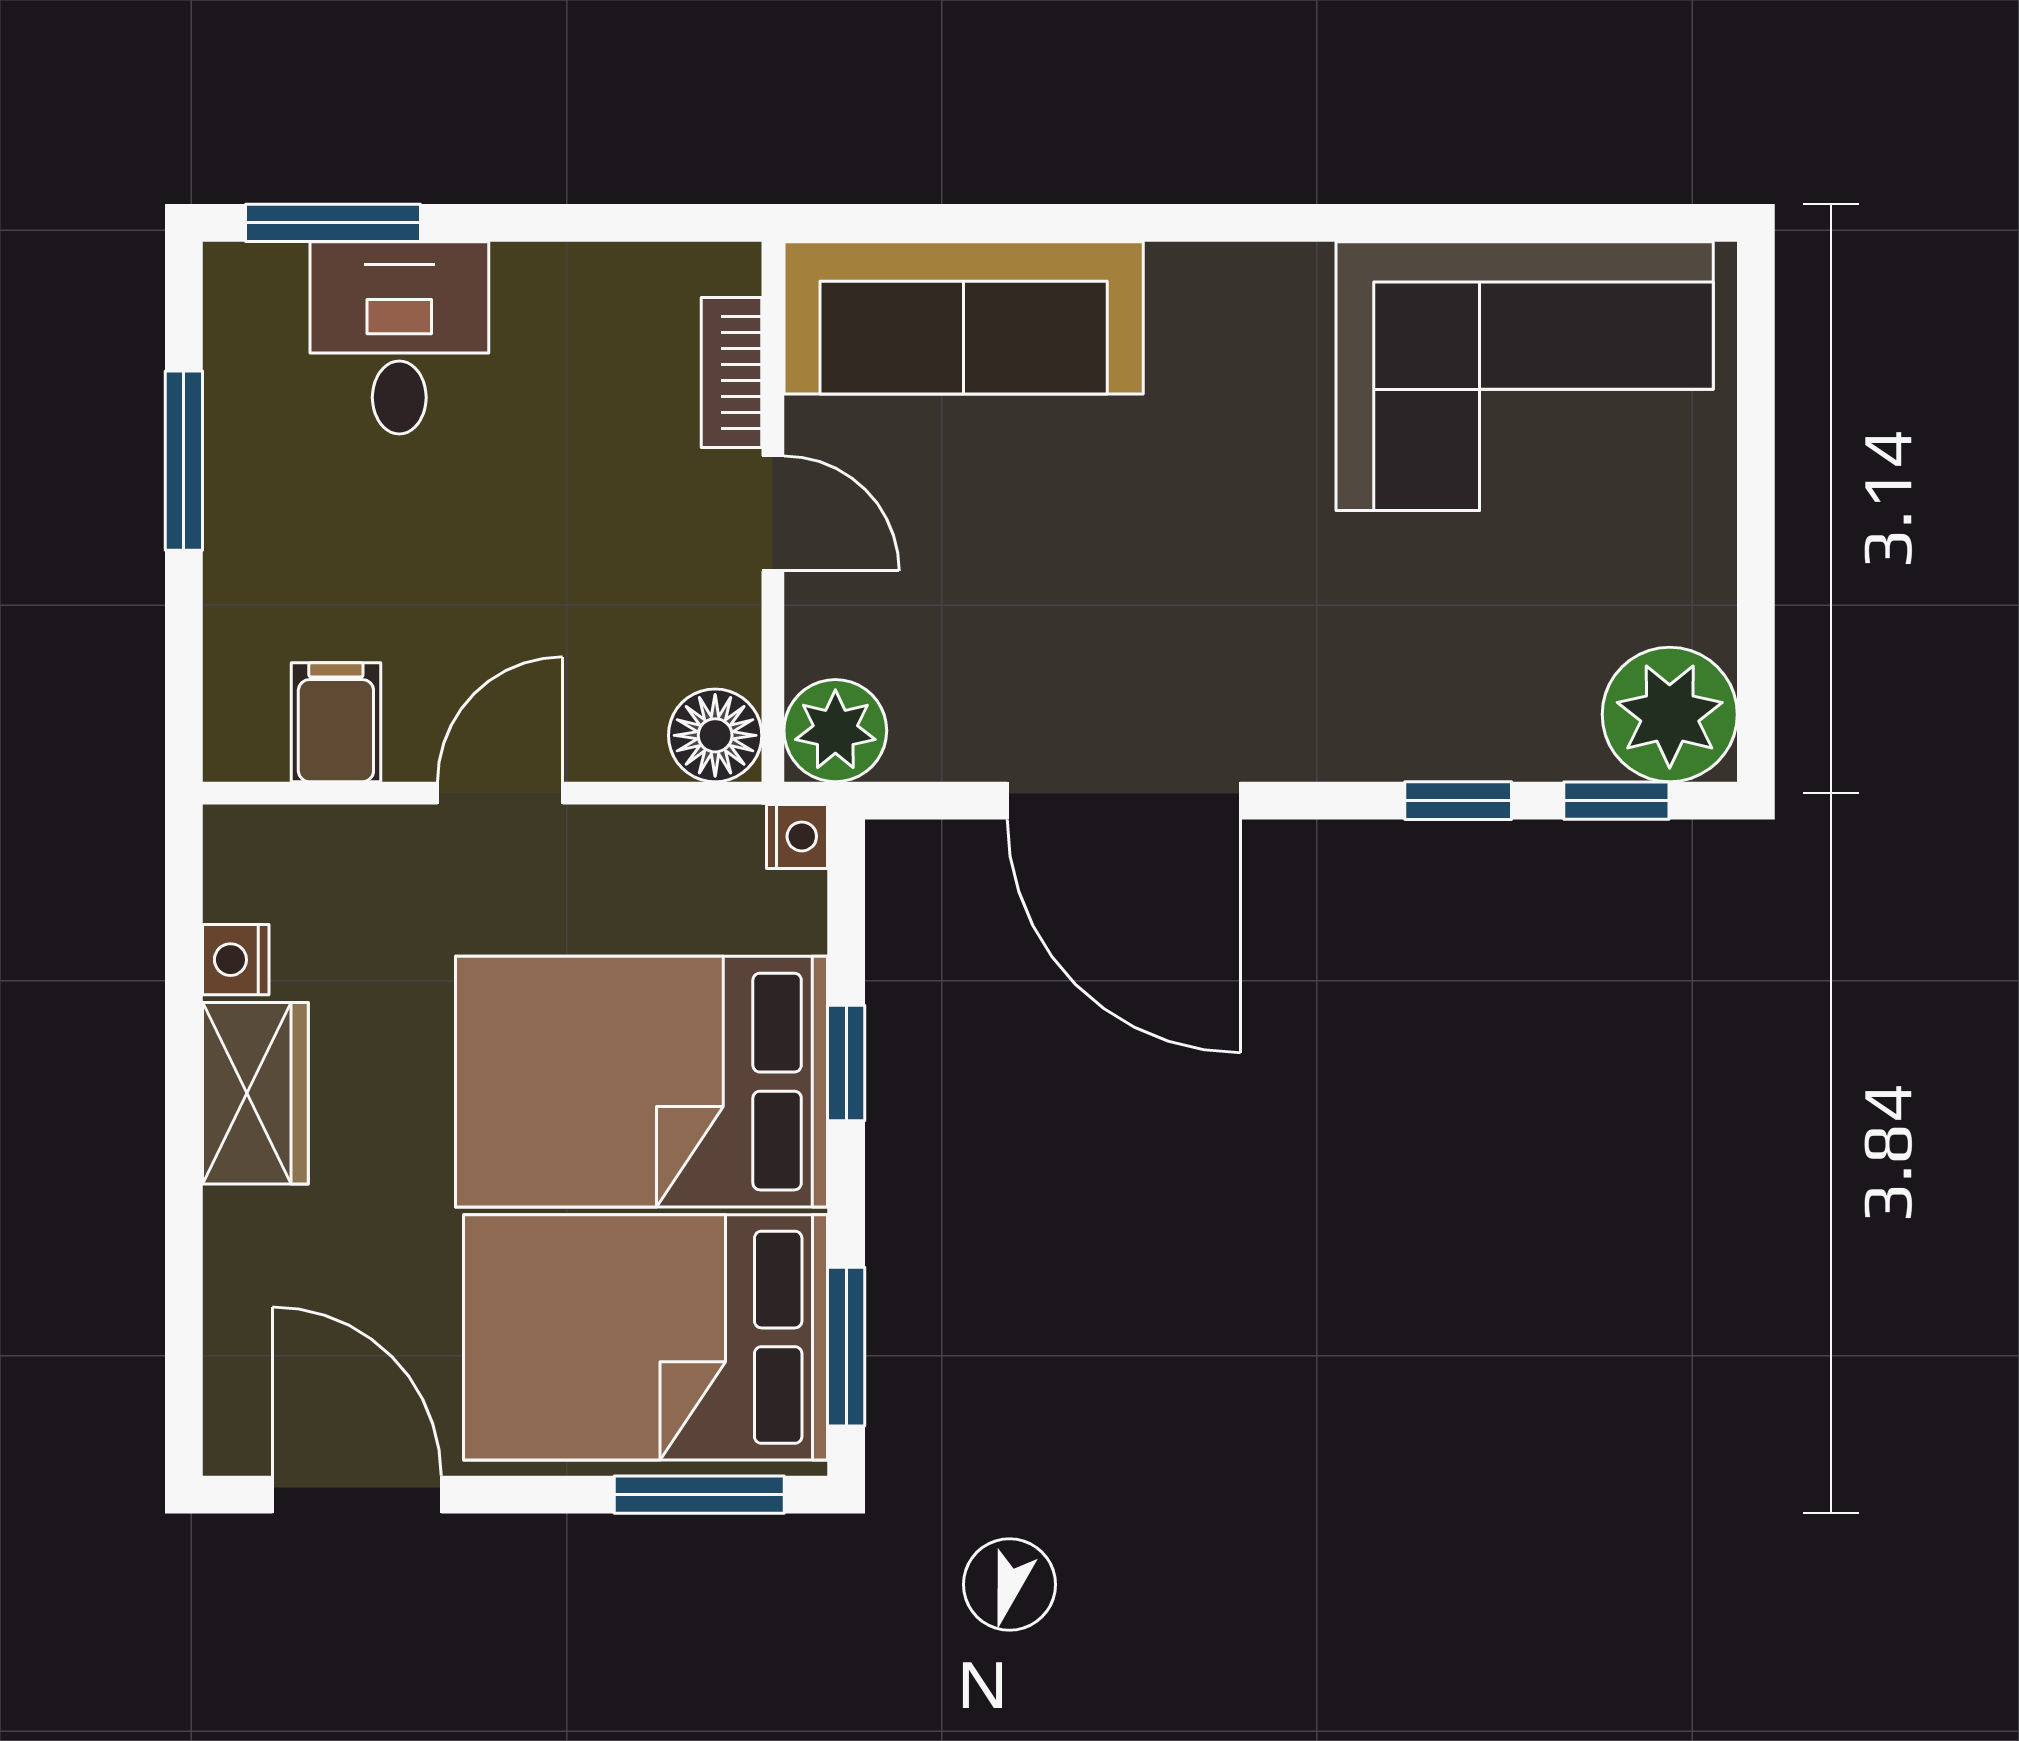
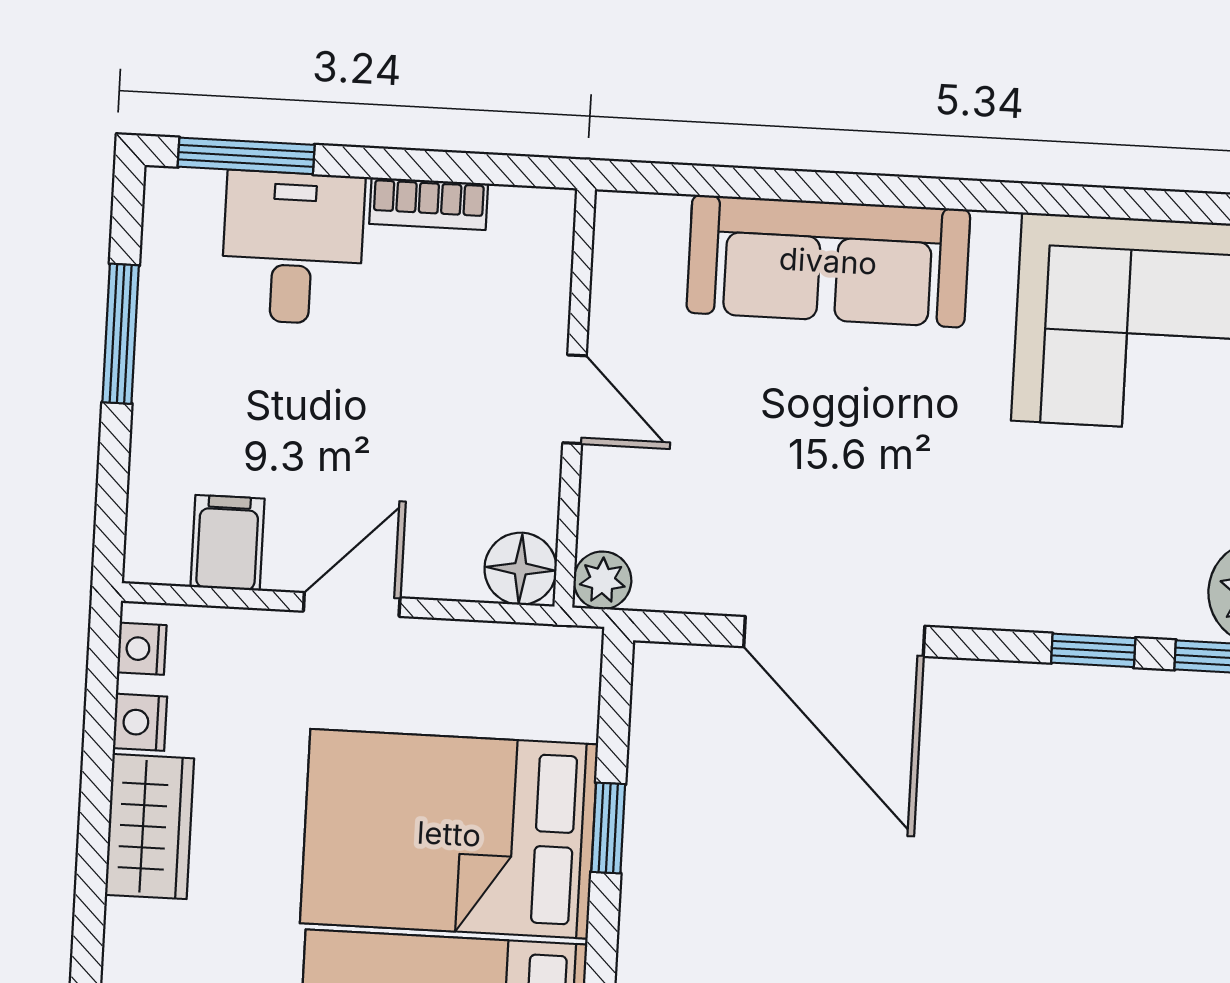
sofa: (964, 318) -> (828, 261), moved
bookcase: (732, 372) -> (429, 204), moved, turned -90
plant: (835, 731) -> (602, 580), width x0.73, depth x0.73
nightstand: (797, 836) -> (142, 649), moved, turned 180

